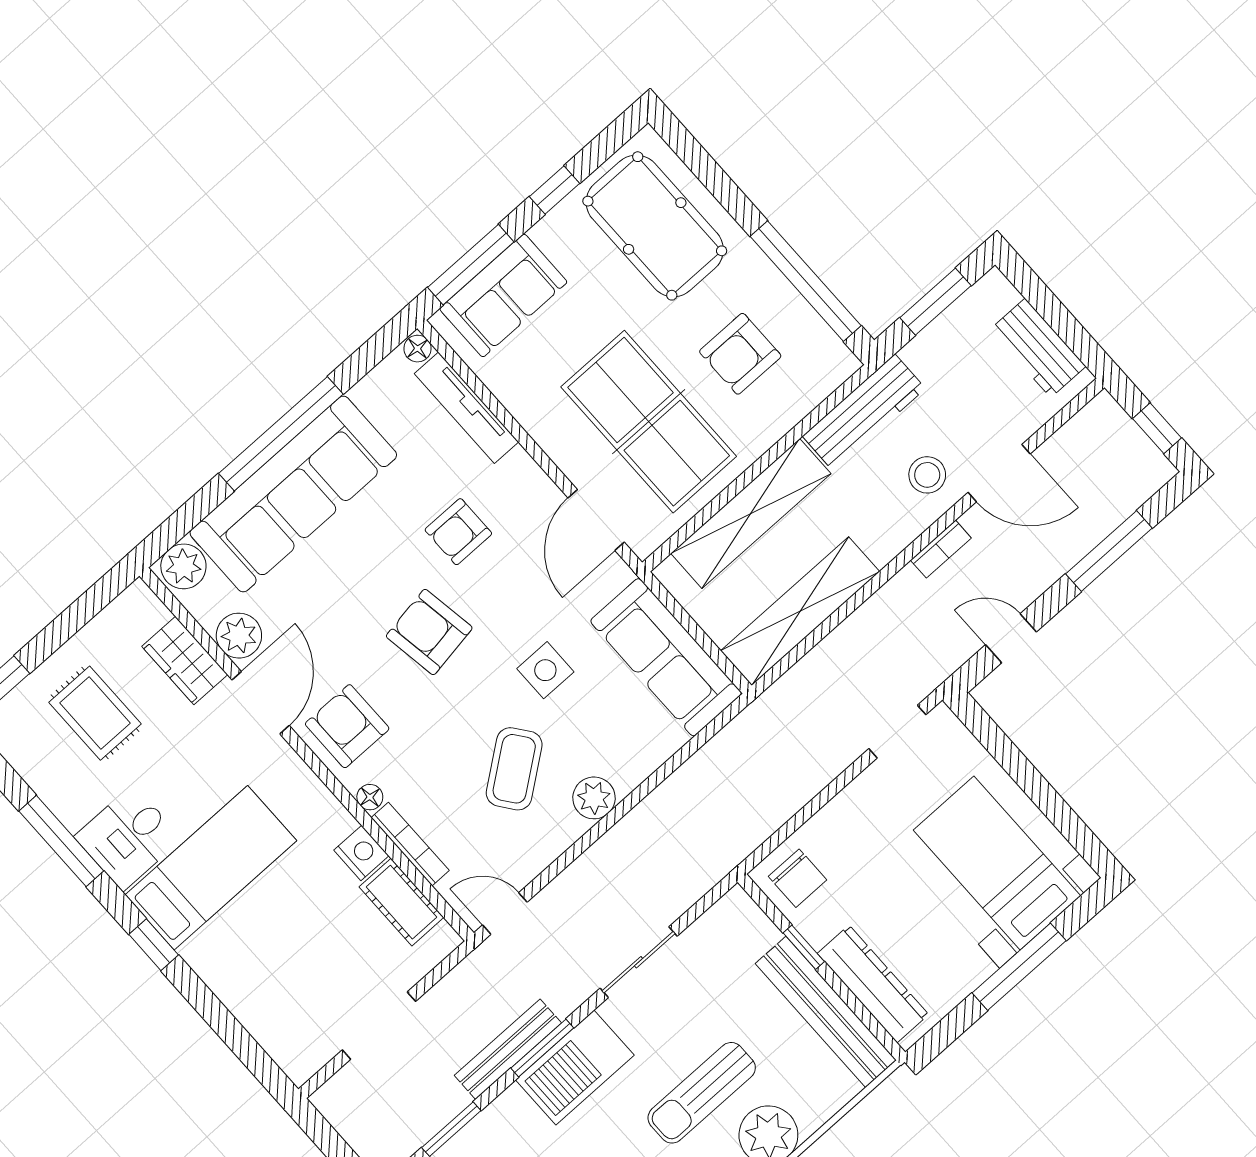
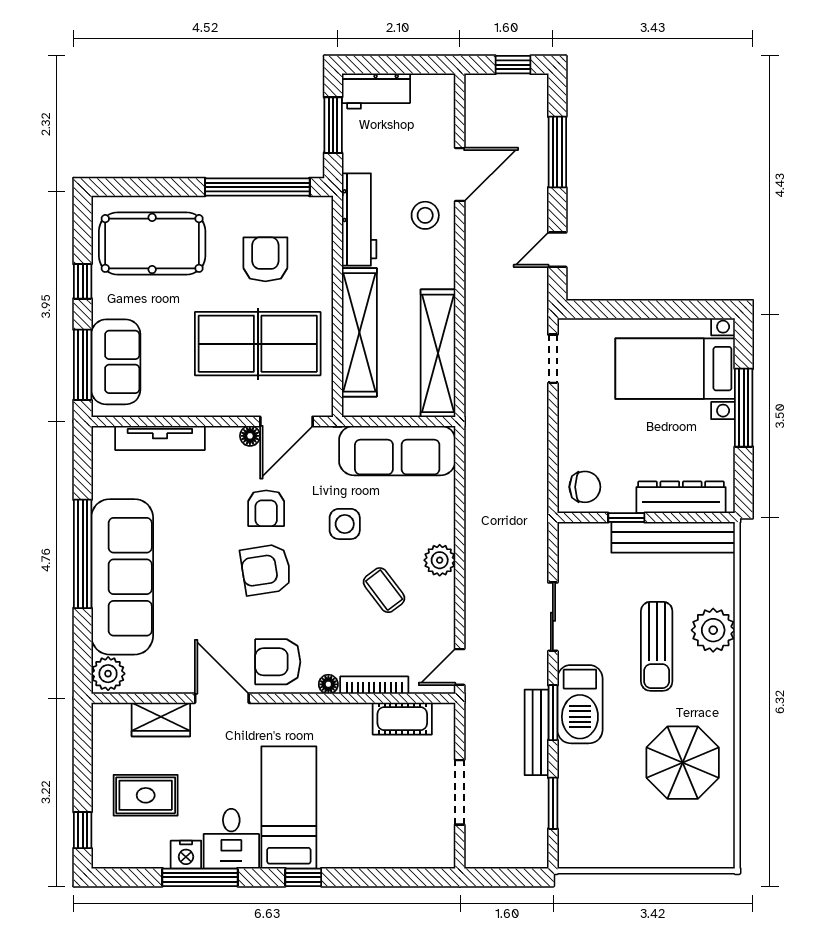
workbench: (1038, 348) -> (376, 91), moved
floor lamp: (417, 349) -> (250, 436), moved
armchair: (740, 354) -> (265, 259), turned 180
door: (596, 520) -> (286, 421), hinge flipped
armchair: (458, 532) -> (266, 508), moved
bookcase: (941, 549) -> (473, 245), removed
plant: (239, 636) -> (174, 677), removed
coffee table: (514, 769) -> (384, 590), width x0.73, depth x0.77
nightstand: (361, 853) -> (186, 855), moved, turned 180

